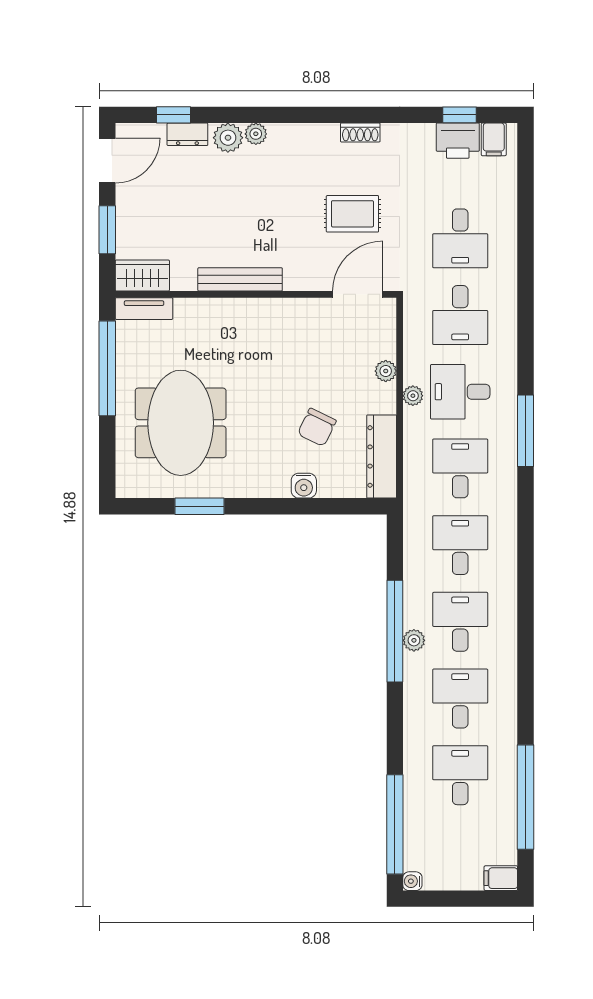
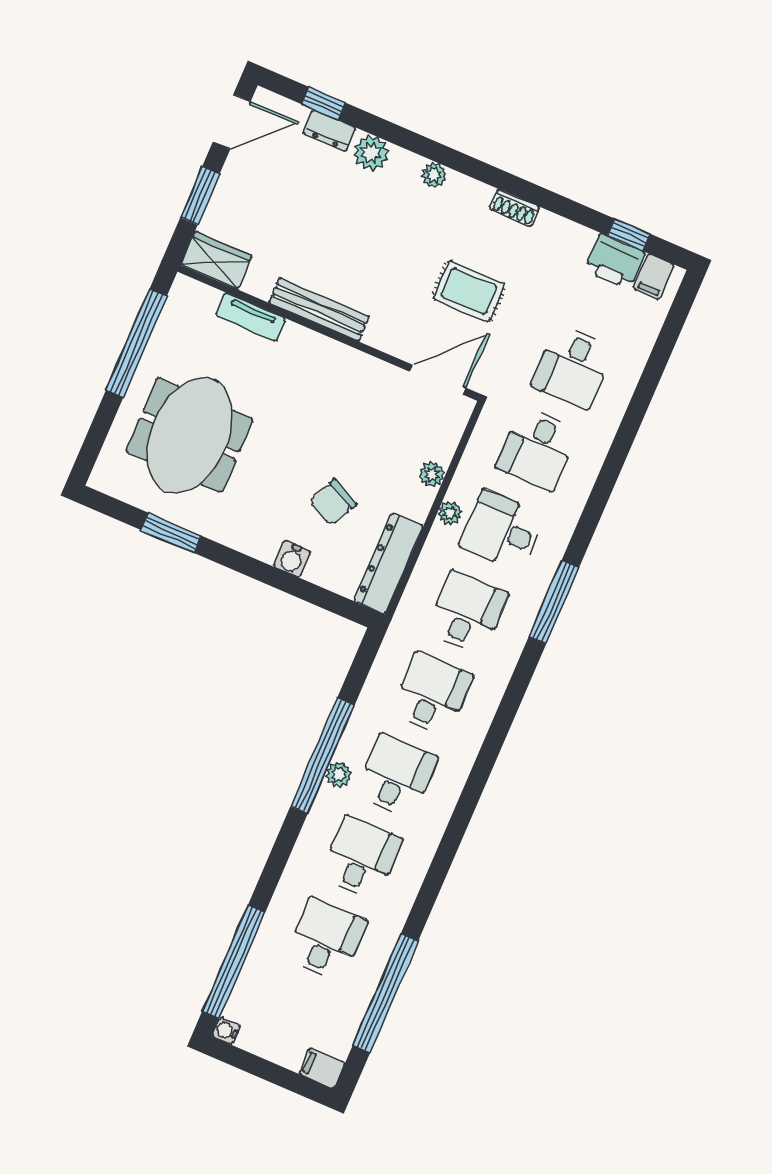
plant: (256, 134) -> (434, 175), moved
tv unit: (144, 309) -> (251, 317), moved

